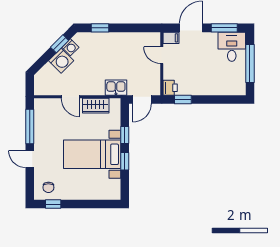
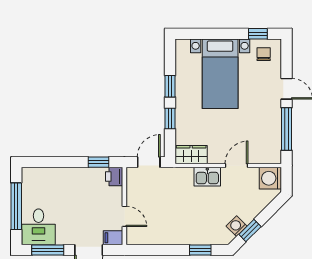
washing machine: (61, 61) -> (270, 178), moved, turned -45
kitchen sink: (116, 88) -> (207, 177), moved
door: (70, 97) -> (237, 166), hinge flipped
wardrobe: (96, 106) -> (191, 155), moved
bed with nightstands: (92, 154) -> (220, 74), moved, turned 90

